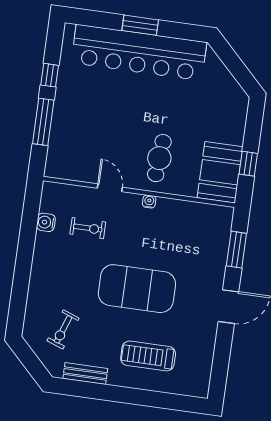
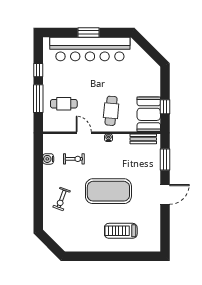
cafe table: (84, 136) -> (64, 104), added
exercise bike: (63, 329) -> (62, 199), moved
bench: (85, 374) -> (143, 139), moved

